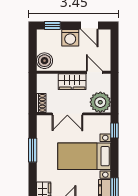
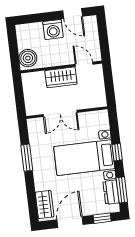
window: (52, 25) -> (32, 18), removed
plant: (100, 102) -> (95, 96), removed
shoe rack: (41, 103) -> (30, 105), removed
window: (115, 130) -> (117, 152), moved

